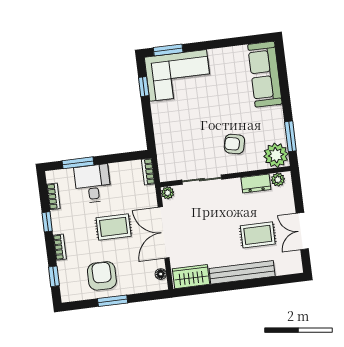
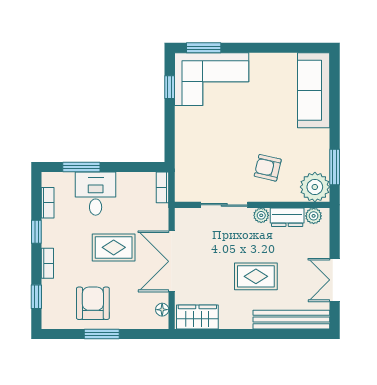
plant: (168, 193) -> (261, 215), moved
rug: (258, 235) -> (256, 276), moved
bench: (242, 272) -> (291, 320), moved

